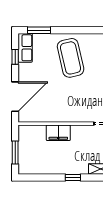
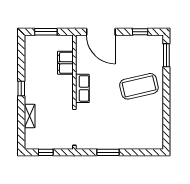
row of seats: (25, 48) -> (82, 88), moved, turned -90
filing cabinet: (58, 133) -> (65, 63), moved

